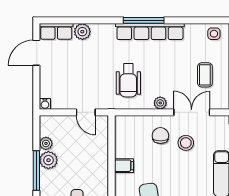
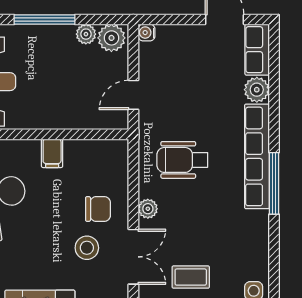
row of seats: (150, 32) -> (257, 156), moved
plant: (48, 160) -> (111, 38), moved

